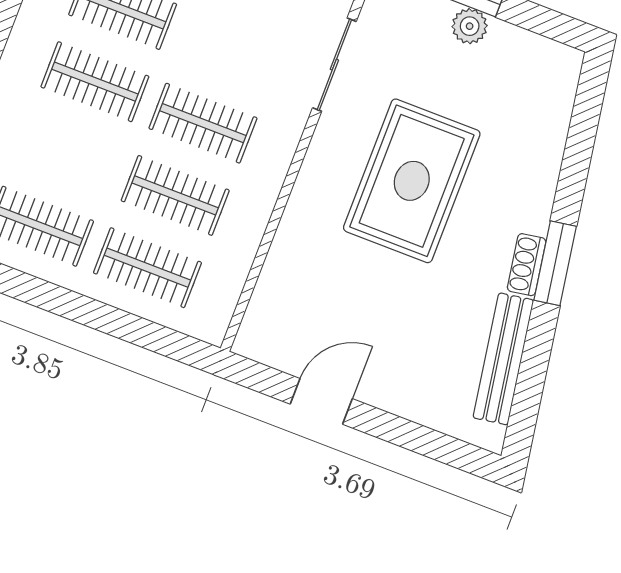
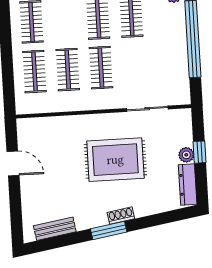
dresser: (534, 52) -> (188, 184), added
shoe rack: (527, 265) -> (121, 216), moved
bench: (503, 359) -> (55, 229), width x0.73

